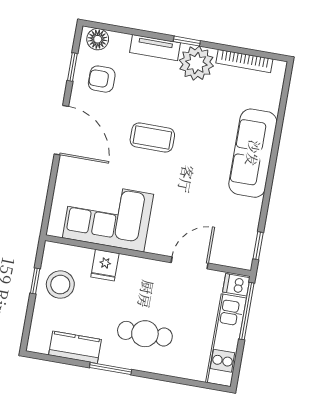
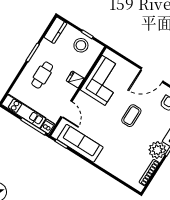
sofa: (253, 153) -> (80, 143), moved
fridge: (105, 265) -> (75, 79), moved
kitchen counter: (75, 347) -> (55, 30), moved

